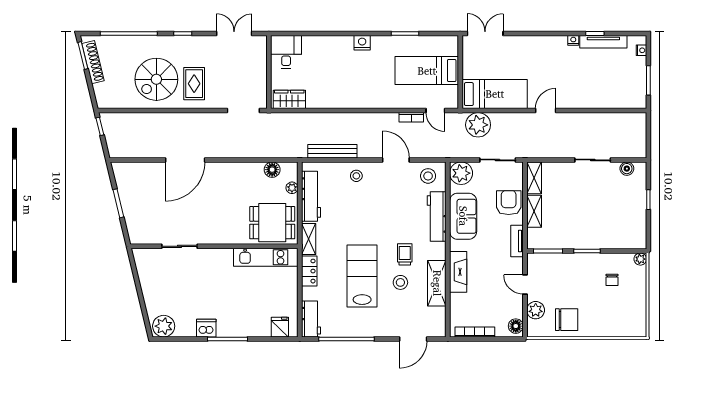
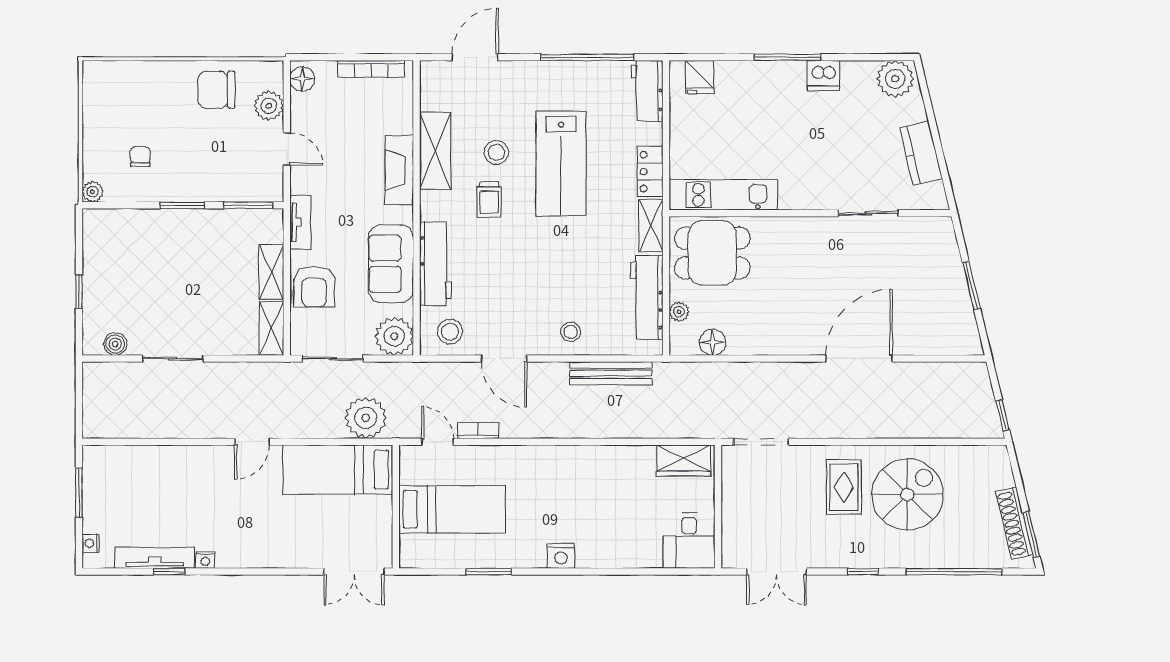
kitchen counter: (148, 282) -> (921, 153), added

